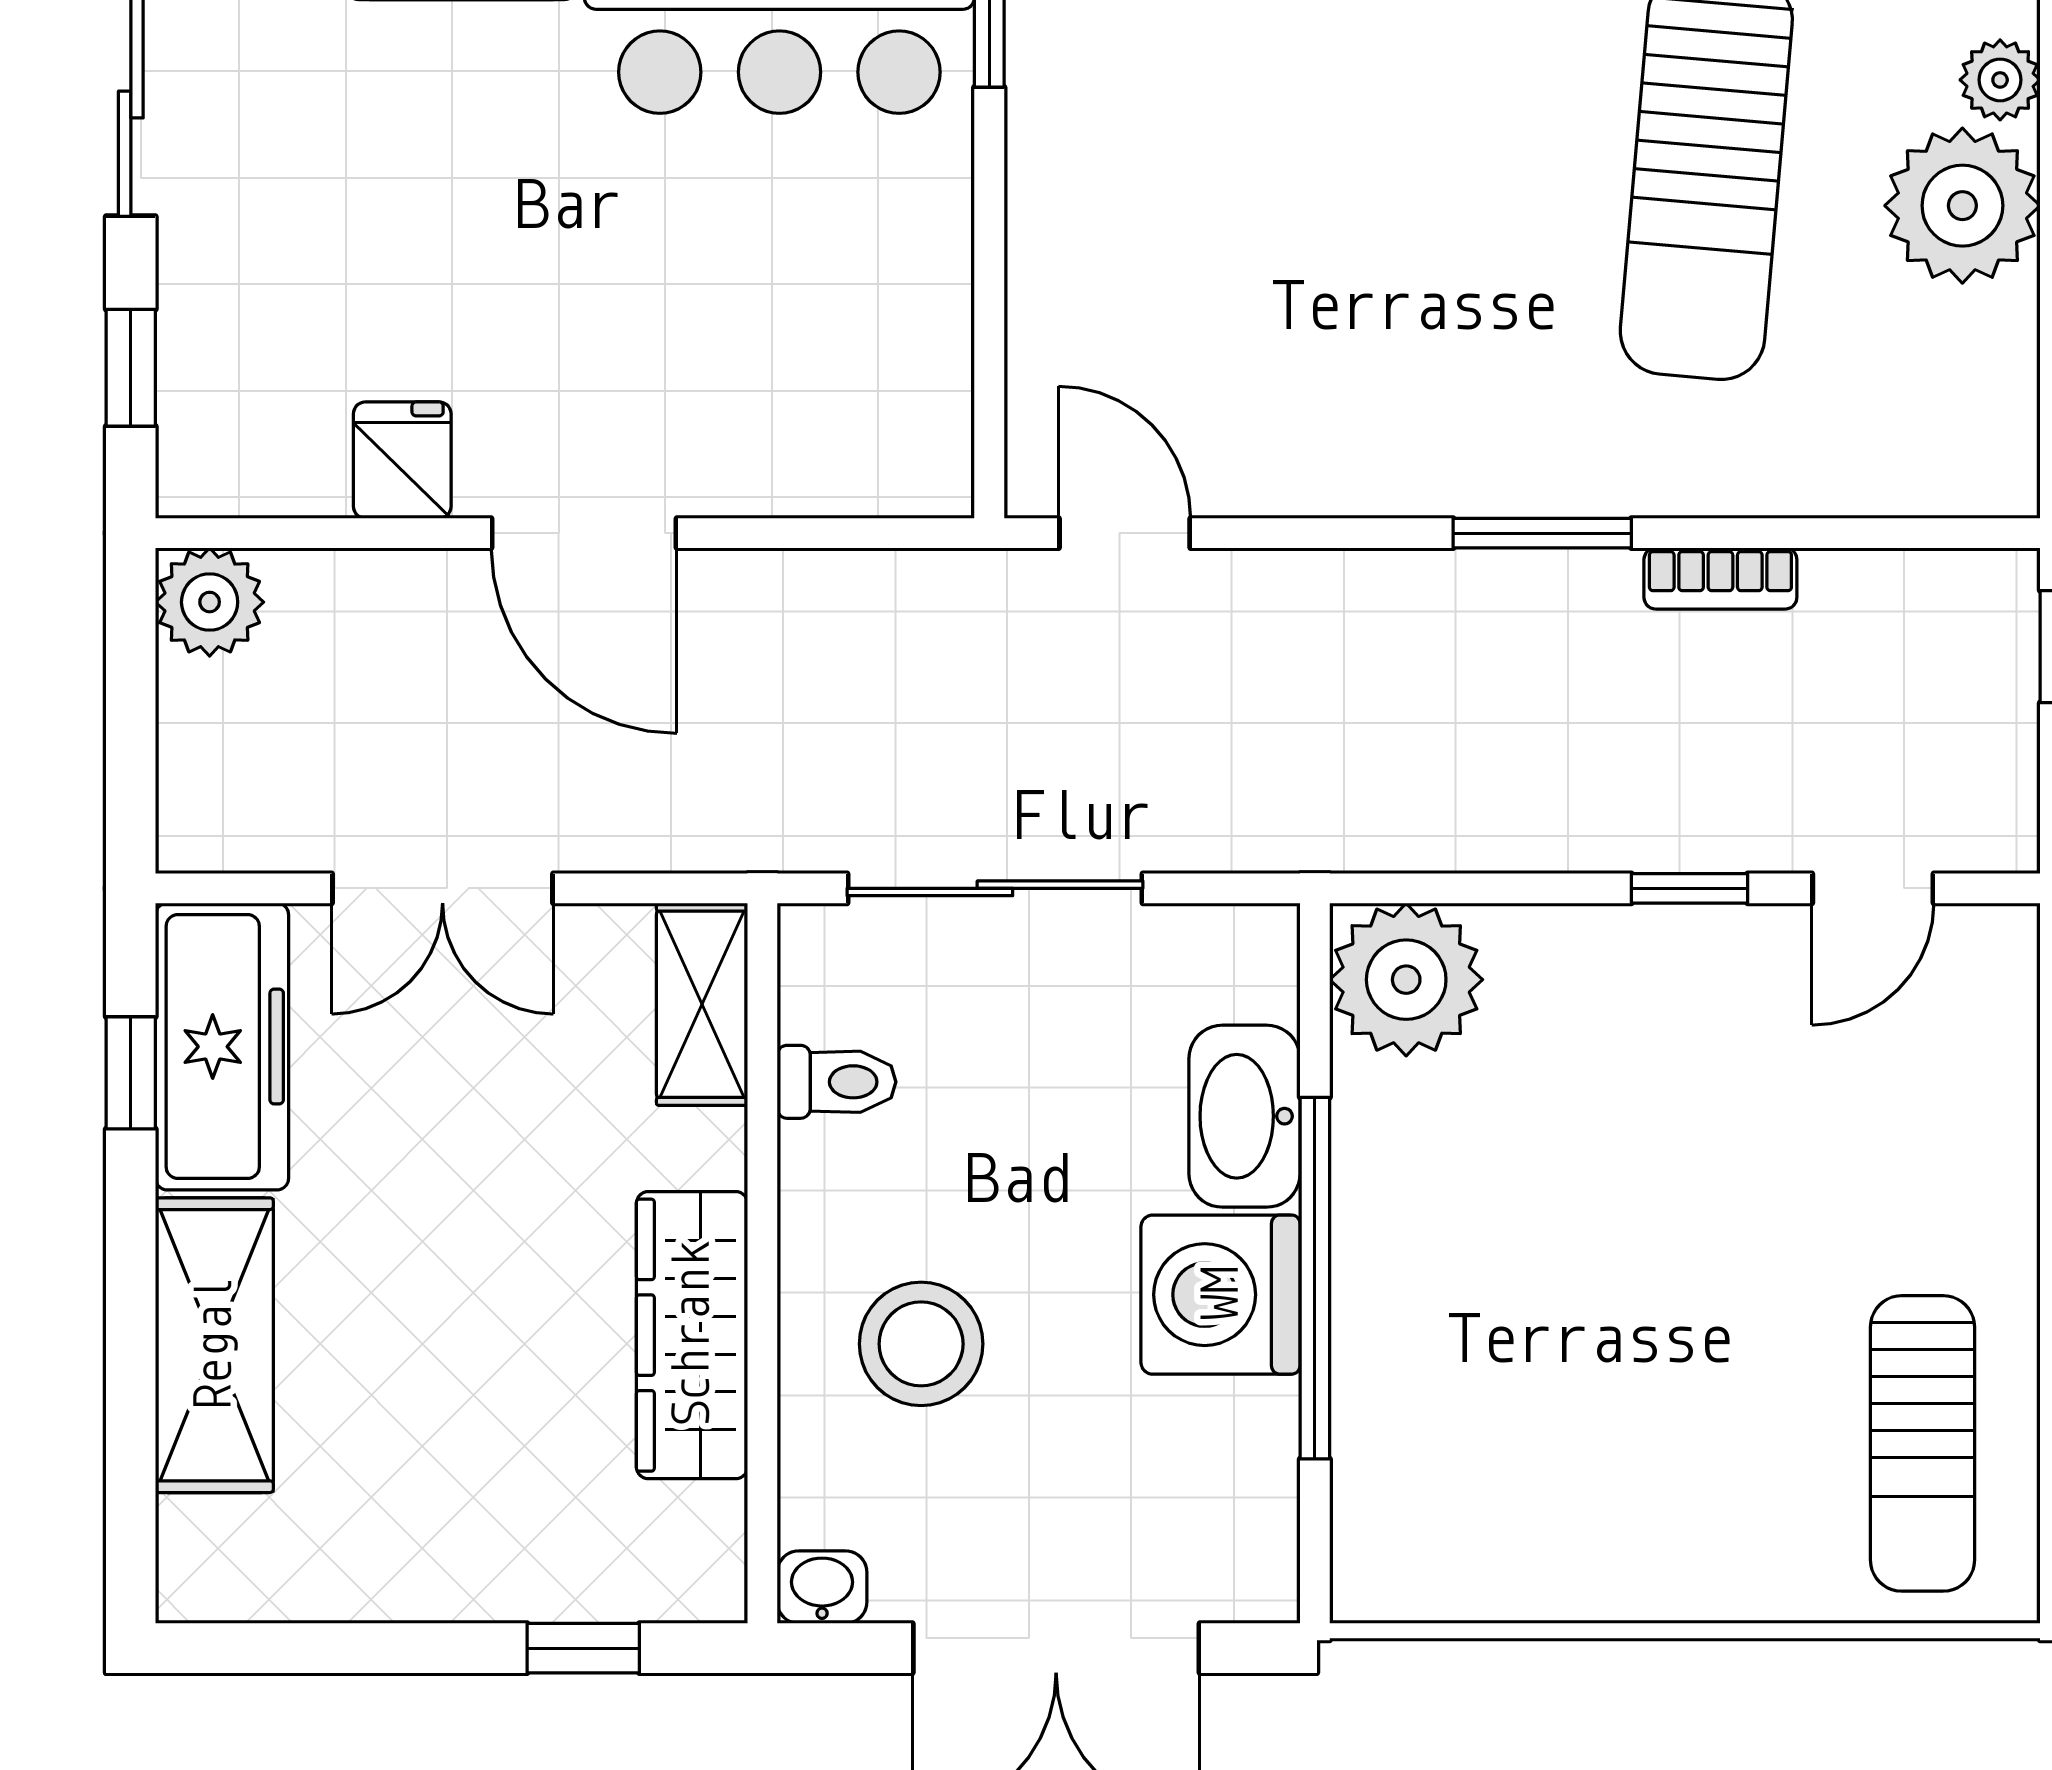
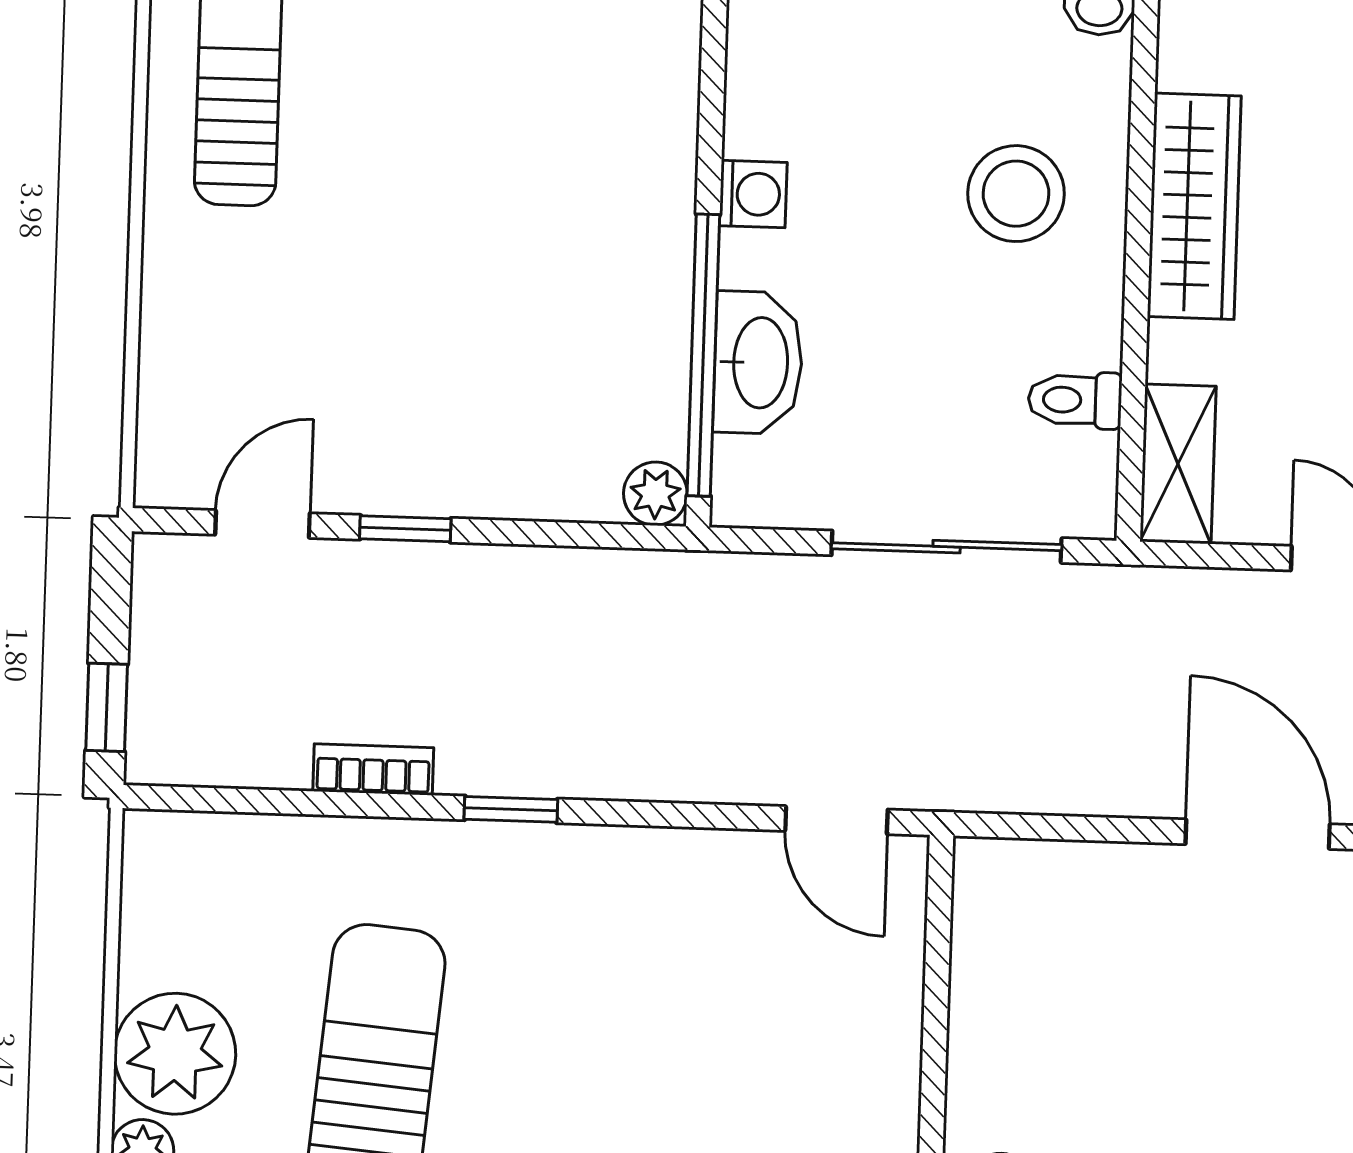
window: (1542, 533) -> (511, 809), width x0.67
plant: (1406, 980) -> (655, 494), width x0.53, depth x0.53
window: (1315, 1278) -> (703, 355), moved
washing machine: (1221, 1295) -> (753, 194), width x0.53, depth x0.53

